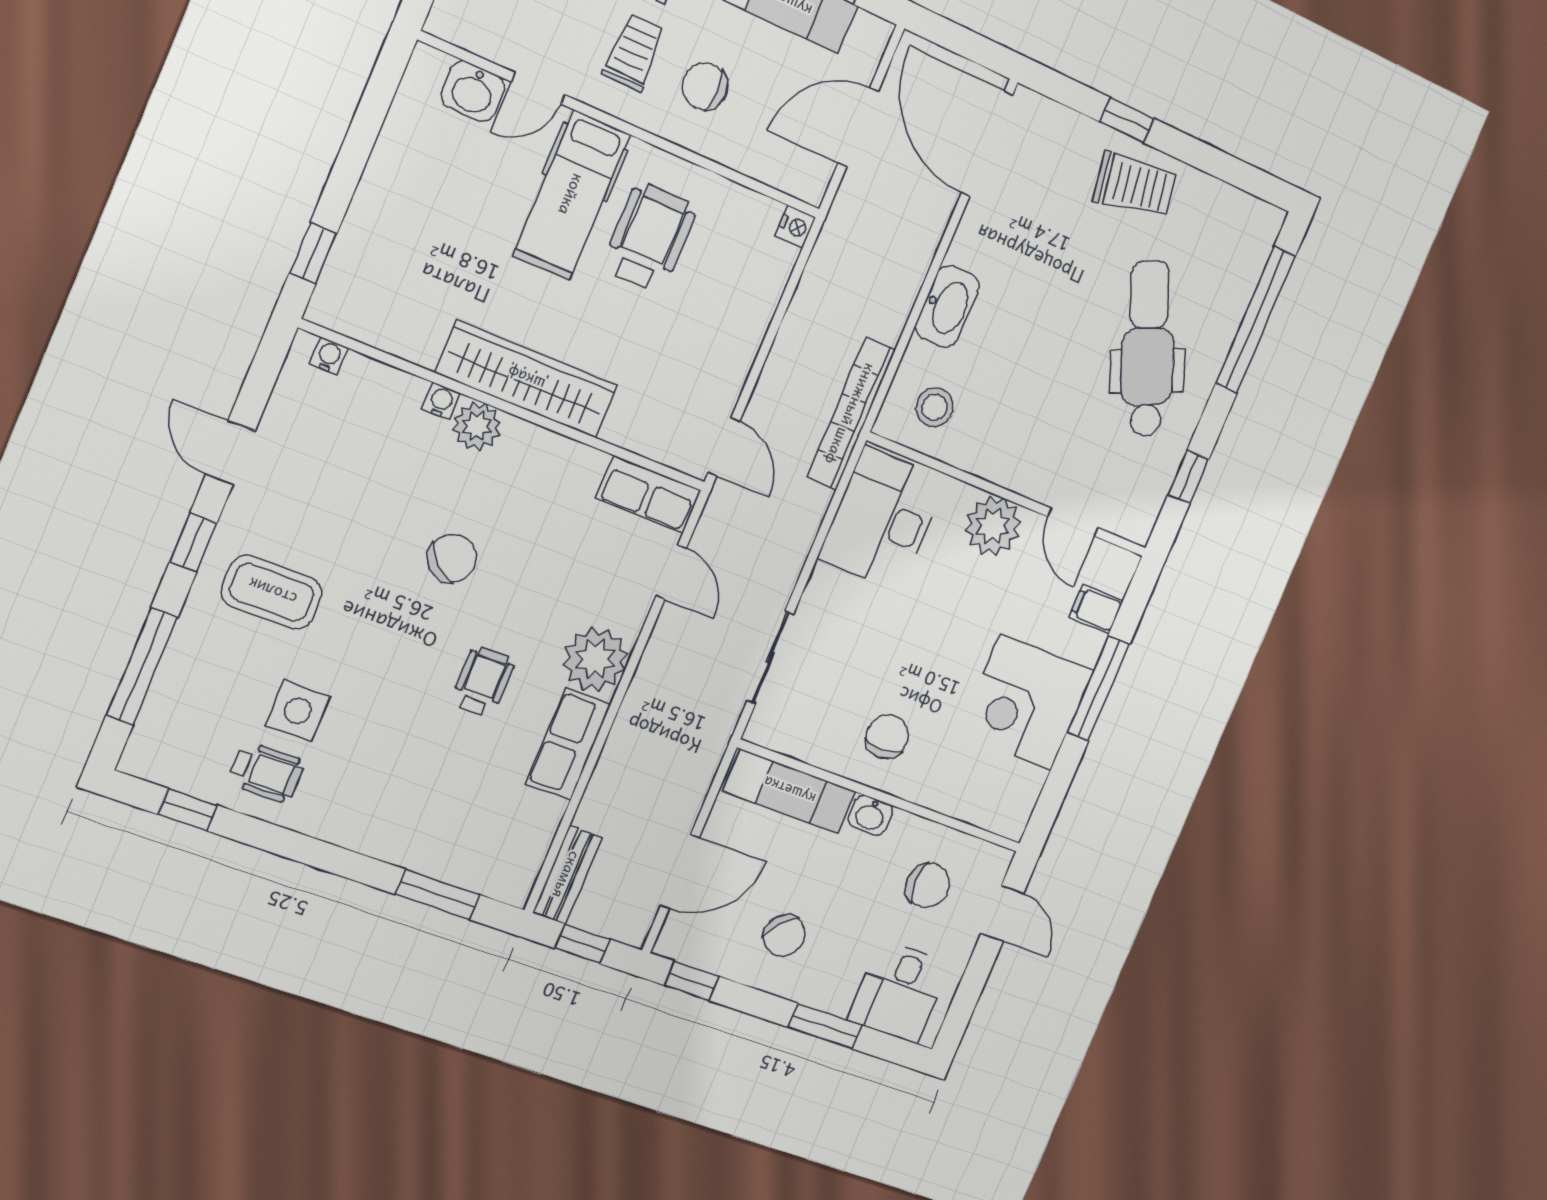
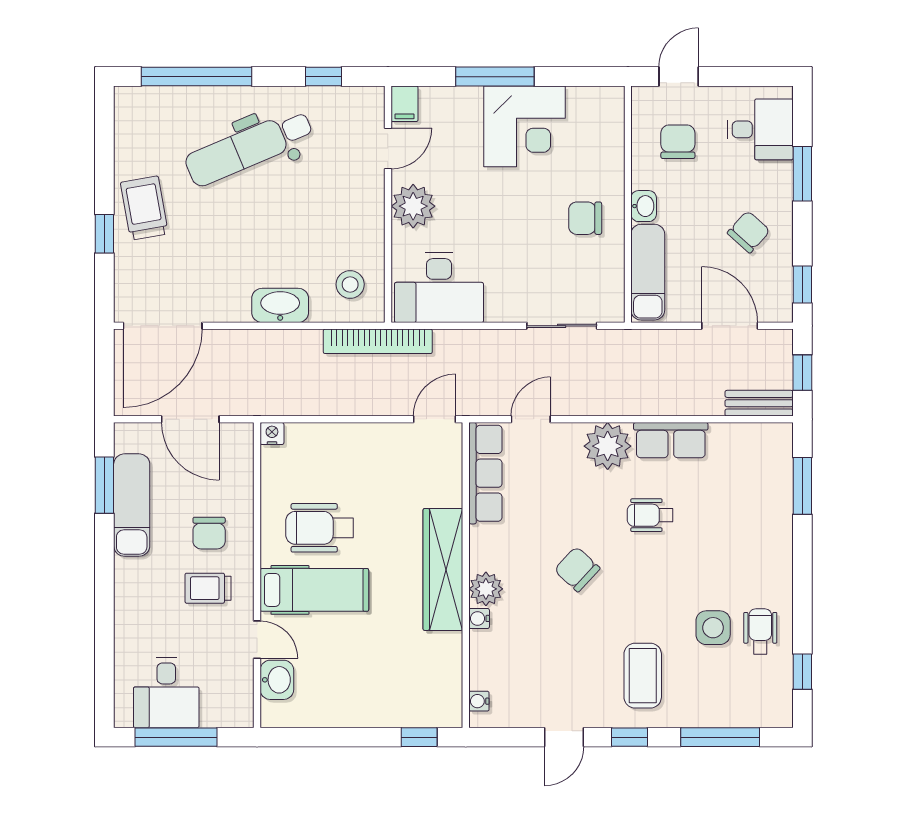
row of seats: (649, 494) -> (485, 473), width x1.48
filing cabinet: (1096, 609) -> (404, 104), moved

